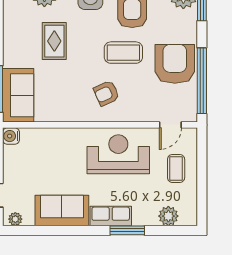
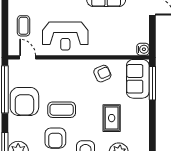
armchair: (106, 93) -> (102, 74), moved
door: (170, 125) -> (28, 57), hinge flipped

